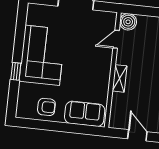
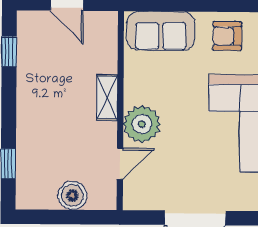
boiler: (128, 22) -> (72, 195), moved
plant: (101, 61) -> (142, 124), added

